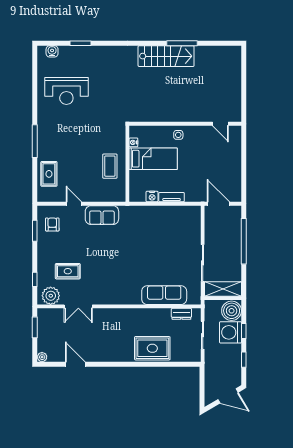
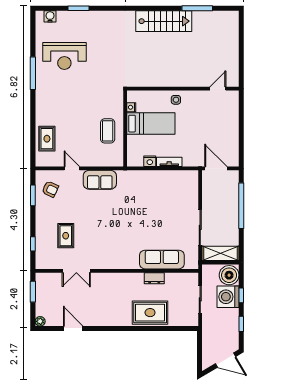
window: (182, 43) -> (197, 8), moved
door: (220, 124) -> (218, 89), swing flipped
window: (35, 141) -> (33, 73), moved
armchair: (52, 224) -> (50, 189), turned 115
rug: (68, 271) -> (66, 236), turned 90
plant: (51, 296) -> (49, 260), removed
dresser: (181, 314) -> (154, 278), moved

